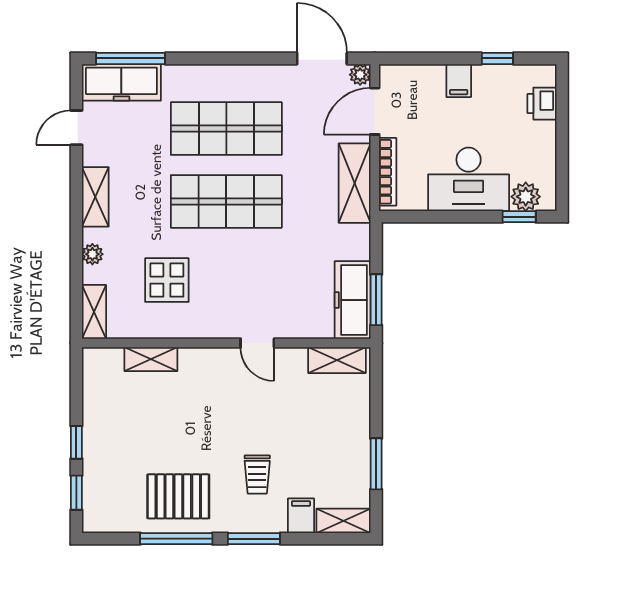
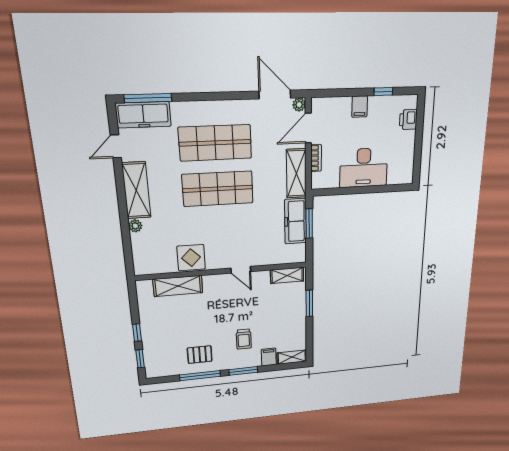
bookcase: (388, 172) -> (316, 158), width x0.64
shelving: (95, 197) -> (136, 190), width x1.50, depth x1.33
plant: (526, 197) -> (396, 176), removed
window: (519, 217) -> (392, 188), removed
display table: (167, 280) -> (191, 258), moved
freezer: (353, 300) -> (296, 221), moved
window: (376, 300) -> (309, 224), moved
shelving: (94, 312) -> (140, 260), removed
shelving: (151, 359) -> (178, 286), width x1.50, depth x1.33
window: (376, 464) -> (309, 303), moved
pallet: (178, 496) -> (200, 355), width x0.67, depth x0.71

